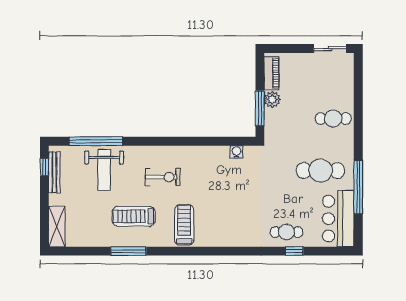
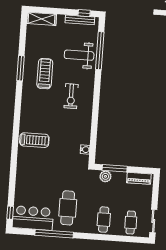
plant: (272, 99) -> (105, 176), moved
treadmill: (184, 225) -> (34, 140), moved
cafe table: (286, 232) -> (131, 222), moved
window: (294, 251) -> (10, 213), moved

